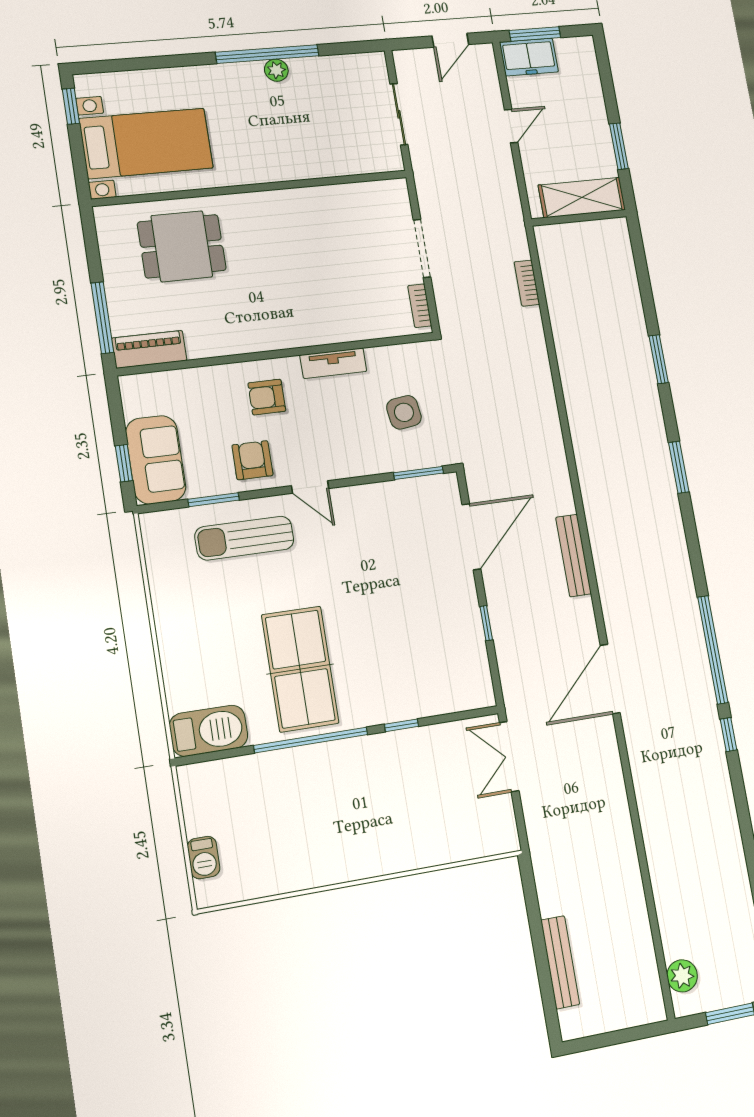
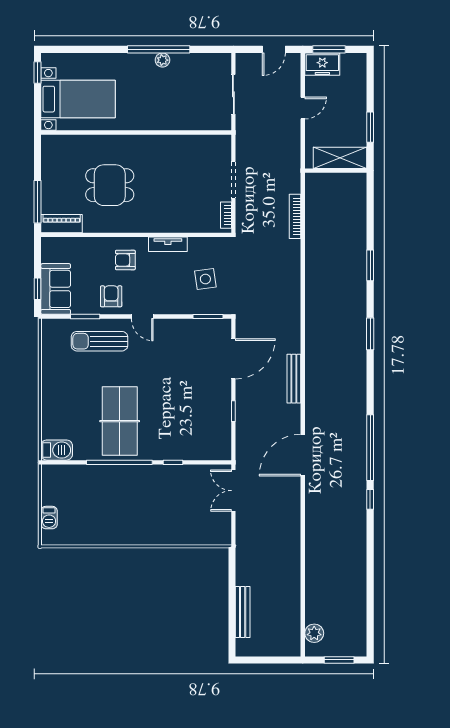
dining table: (182, 246) -> (110, 185), moved
bookcase: (527, 283) -> (295, 216), width x1.56
barbecue: (209, 731) -> (57, 450), width x0.73, depth x0.83

